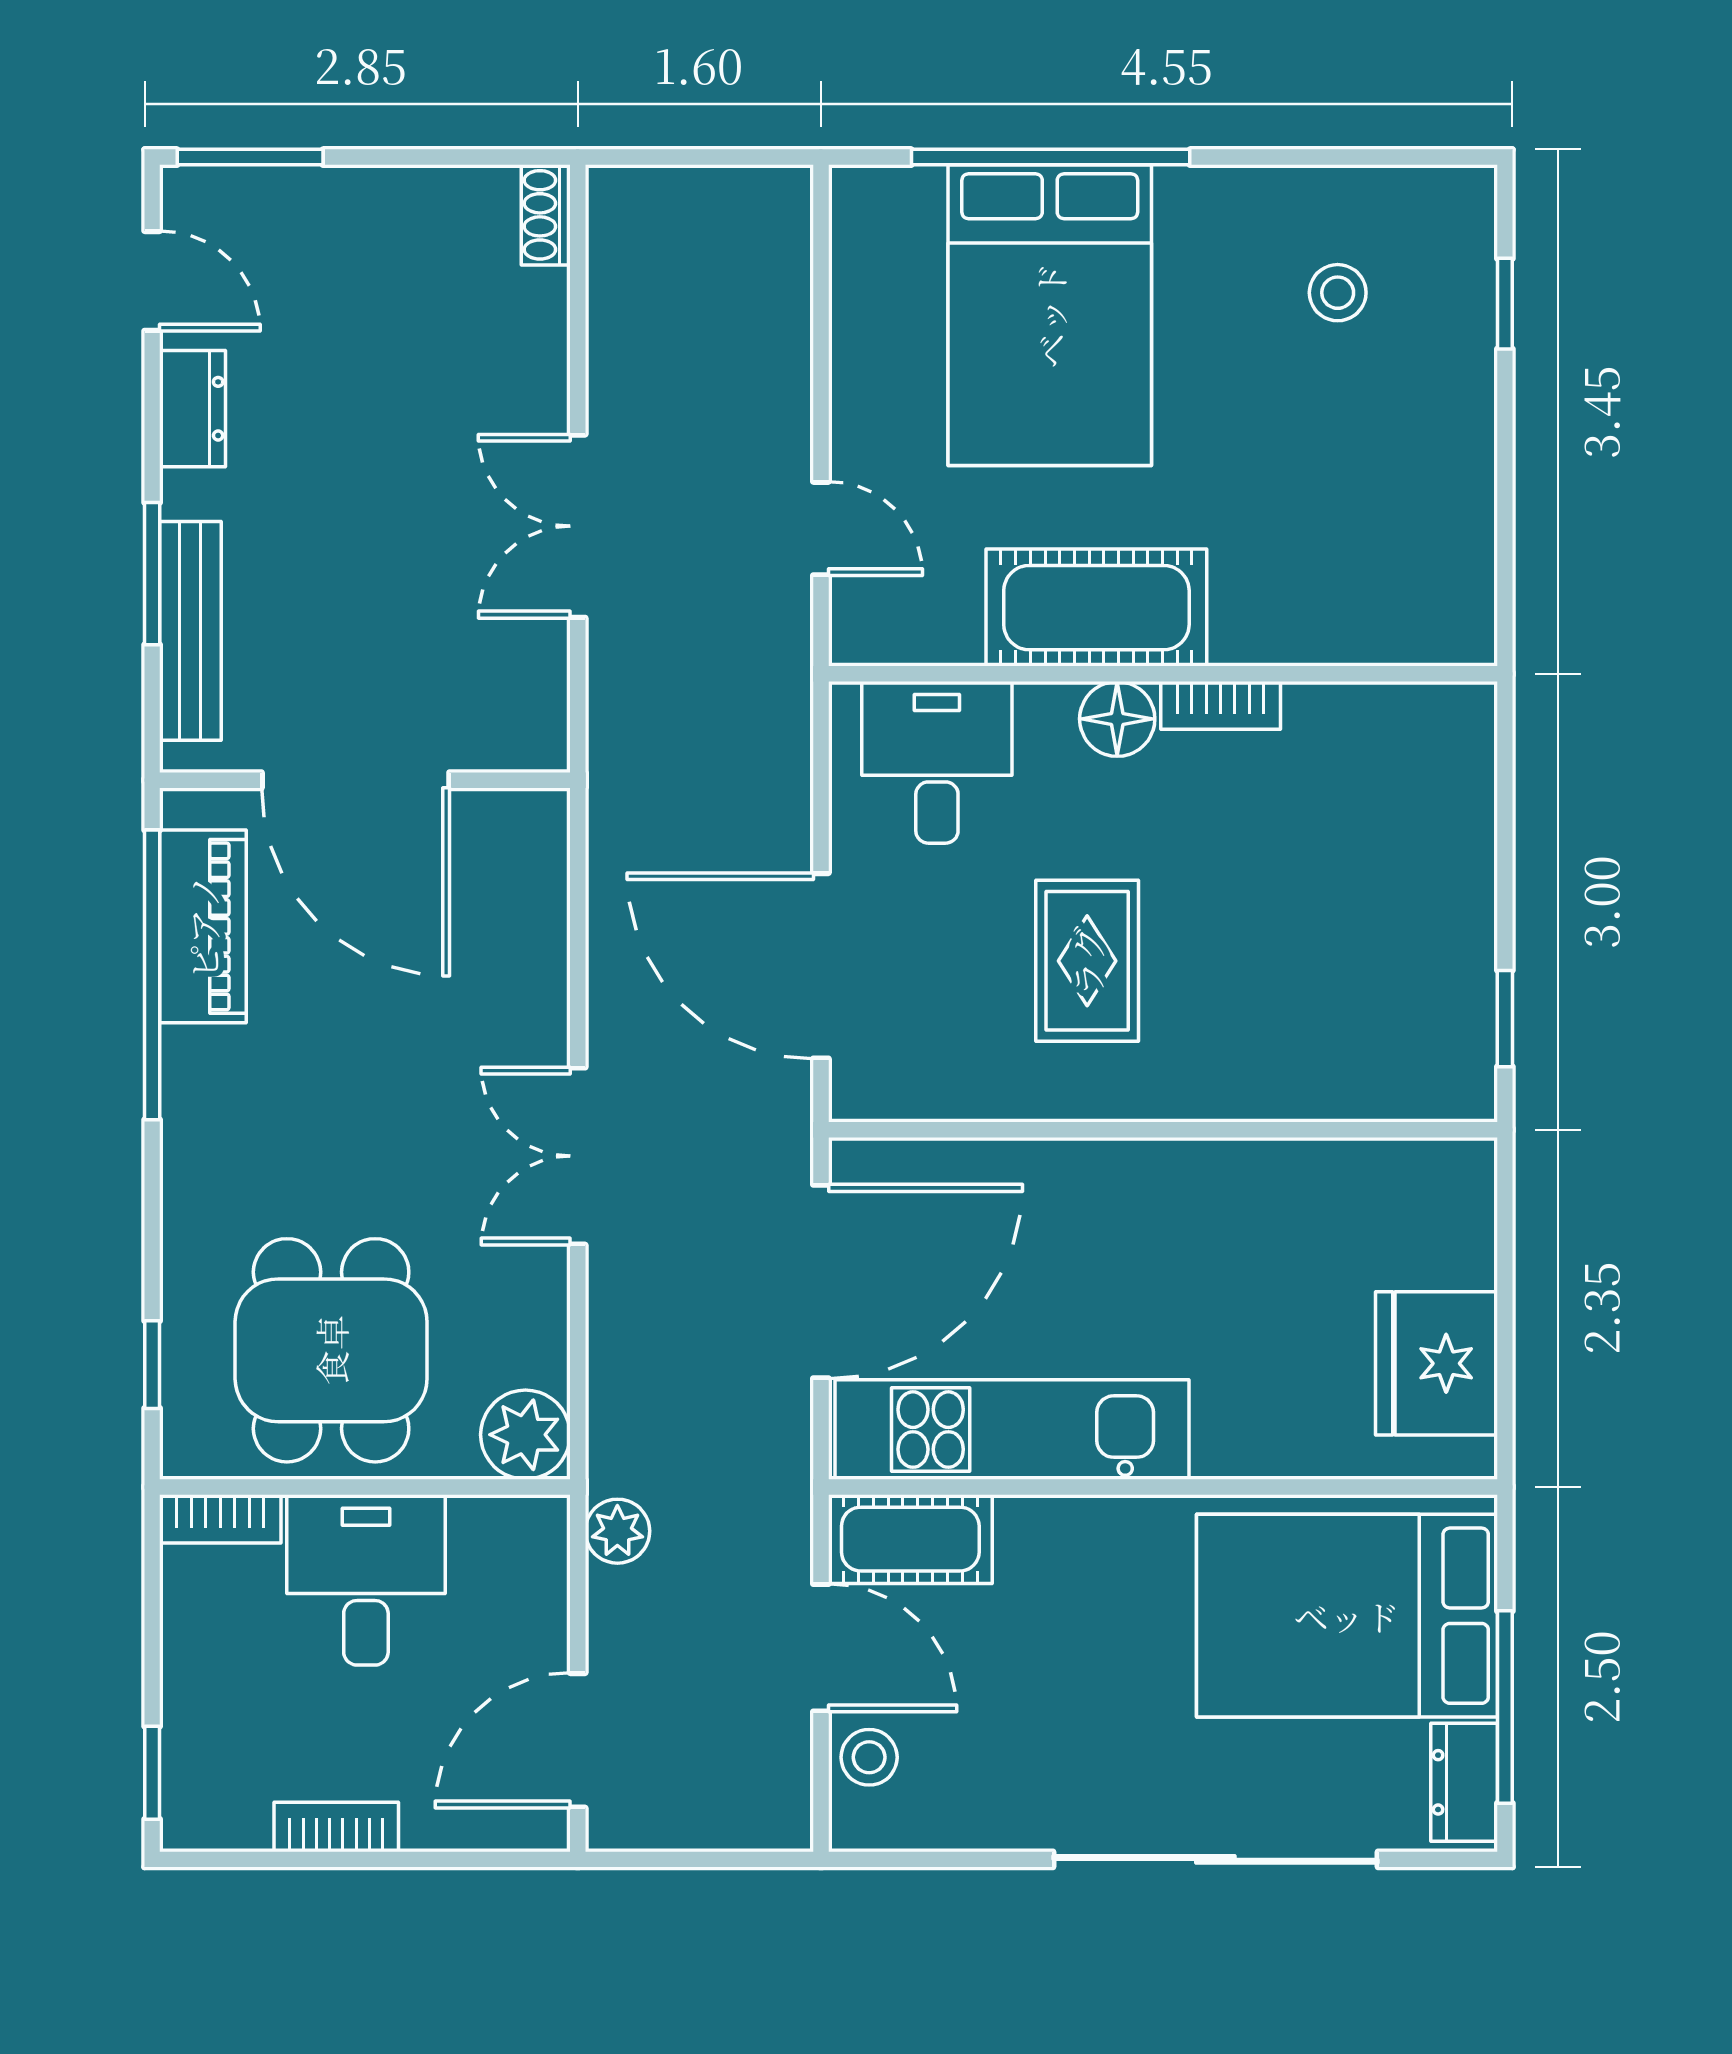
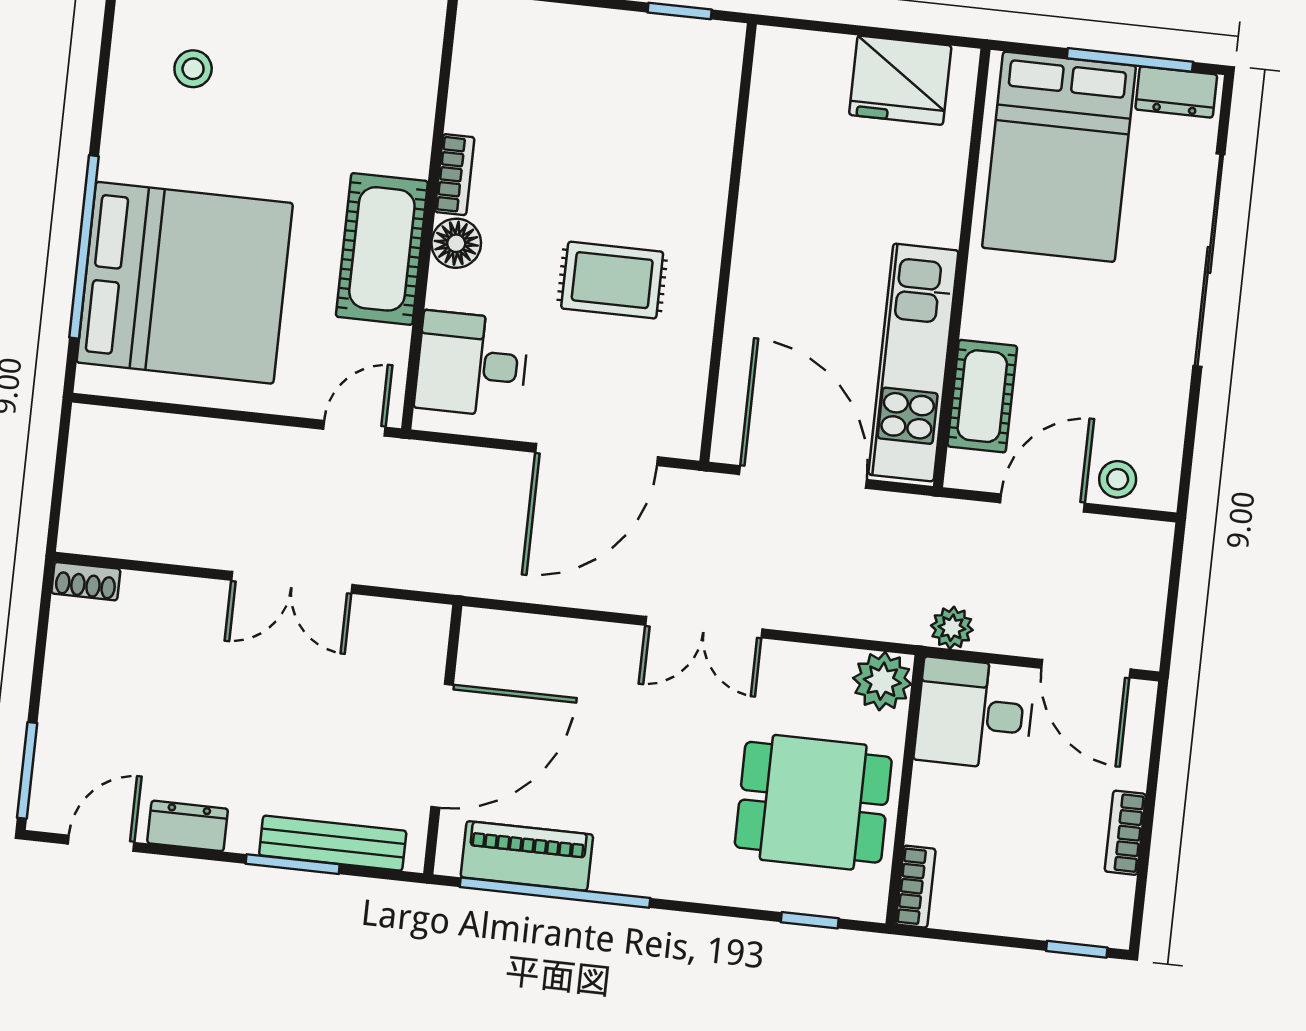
bed: (1050, 315) -> (185, 283), width x1.36
door: (821, 529) -> (354, 428), moved
cot: (910, 1539) -> (982, 396), moved
desk: (366, 1580) -> (975, 714), moved

